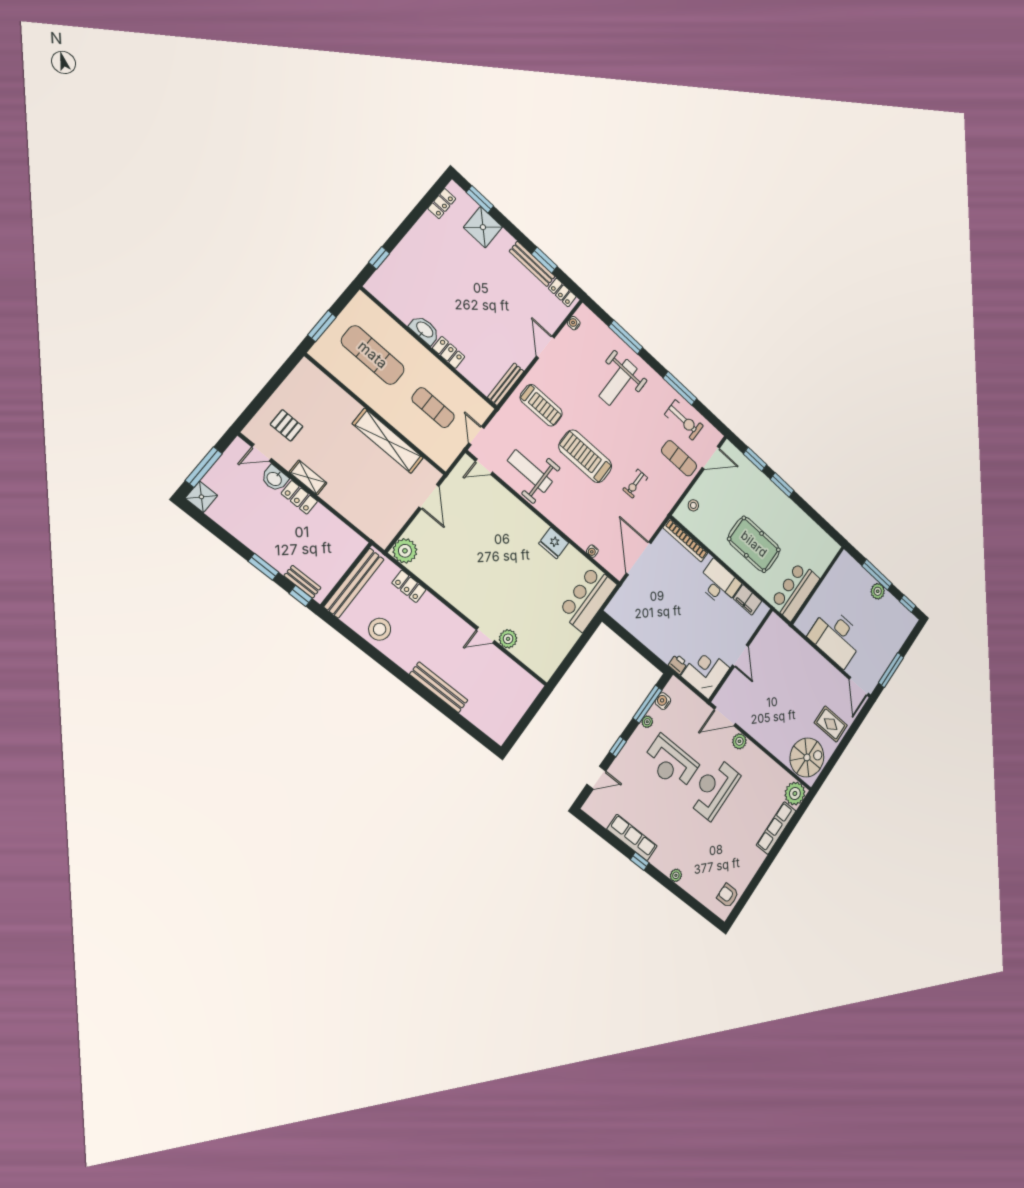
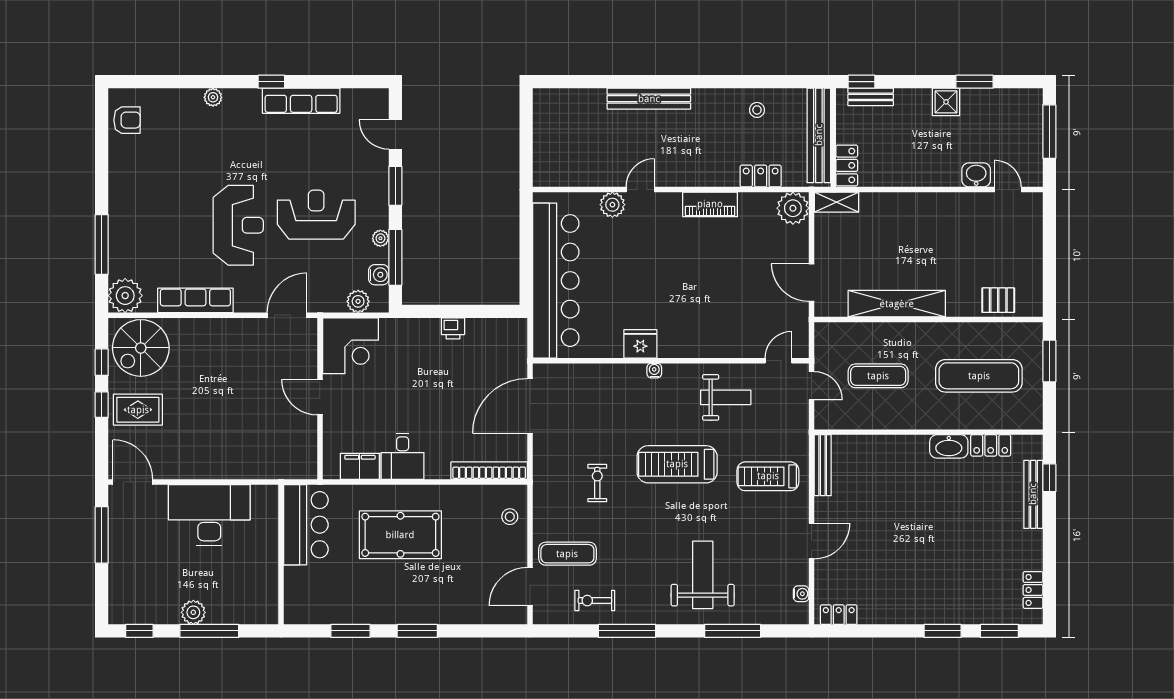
shower: (483, 227) -> (974, 605), removed
window: (544, 260) -> (943, 631), moved
bench: (532, 264) -> (1033, 494), moved, turned 90
door: (545, 347) -> (812, 541), hinge flipped
locker: (449, 352) -> (991, 445), moved
exercise bike: (684, 420) -> (595, 601), width x0.73, depth x0.72
pallet: (287, 425) -> (998, 300), moved
door: (262, 453) -> (1008, 190), hinge flipped
treadmill: (585, 456) -> (677, 464), turned 180
window: (755, 459) -> (351, 631), moved
weight bench: (530, 471) -> (726, 397), width x0.73, depth x0.75
shelving: (308, 478) -> (836, 202), moved
shower: (201, 497) -> (946, 102), moved
locker: (299, 497) -> (847, 165), moved, turned 90
water cooler: (592, 551) -> (654, 371), moved
door: (638, 558) -> (530, 406), swing flipped
window: (264, 567) -> (974, 82), moved
desk: (719, 583) -> (403, 456), width x0.73
piano: (452, 593) -> (710, 204), added
bar counter: (588, 598) -> (556, 281), width x1.86
stool: (380, 629) -> (757, 110), width x0.53, depth x0.53
printer: (678, 664) -> (453, 328), moved
plant: (739, 741) -> (358, 301), moved
window: (845, 741) -> (102, 405), added
window: (618, 747) -> (395, 186), width x1.50
window: (830, 765) -> (102, 362), added
door: (596, 778) -> (395, 134), hinge flipped
row of seats: (776, 828) -> (195, 300), moved, turned -90
window: (787, 832) -> (102, 244), added

